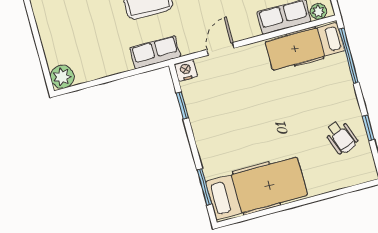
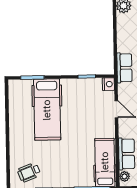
wheelchair: (341, 137) -> (29, 172), moved
hospital bed: (257, 188) -> (47, 110), moved

